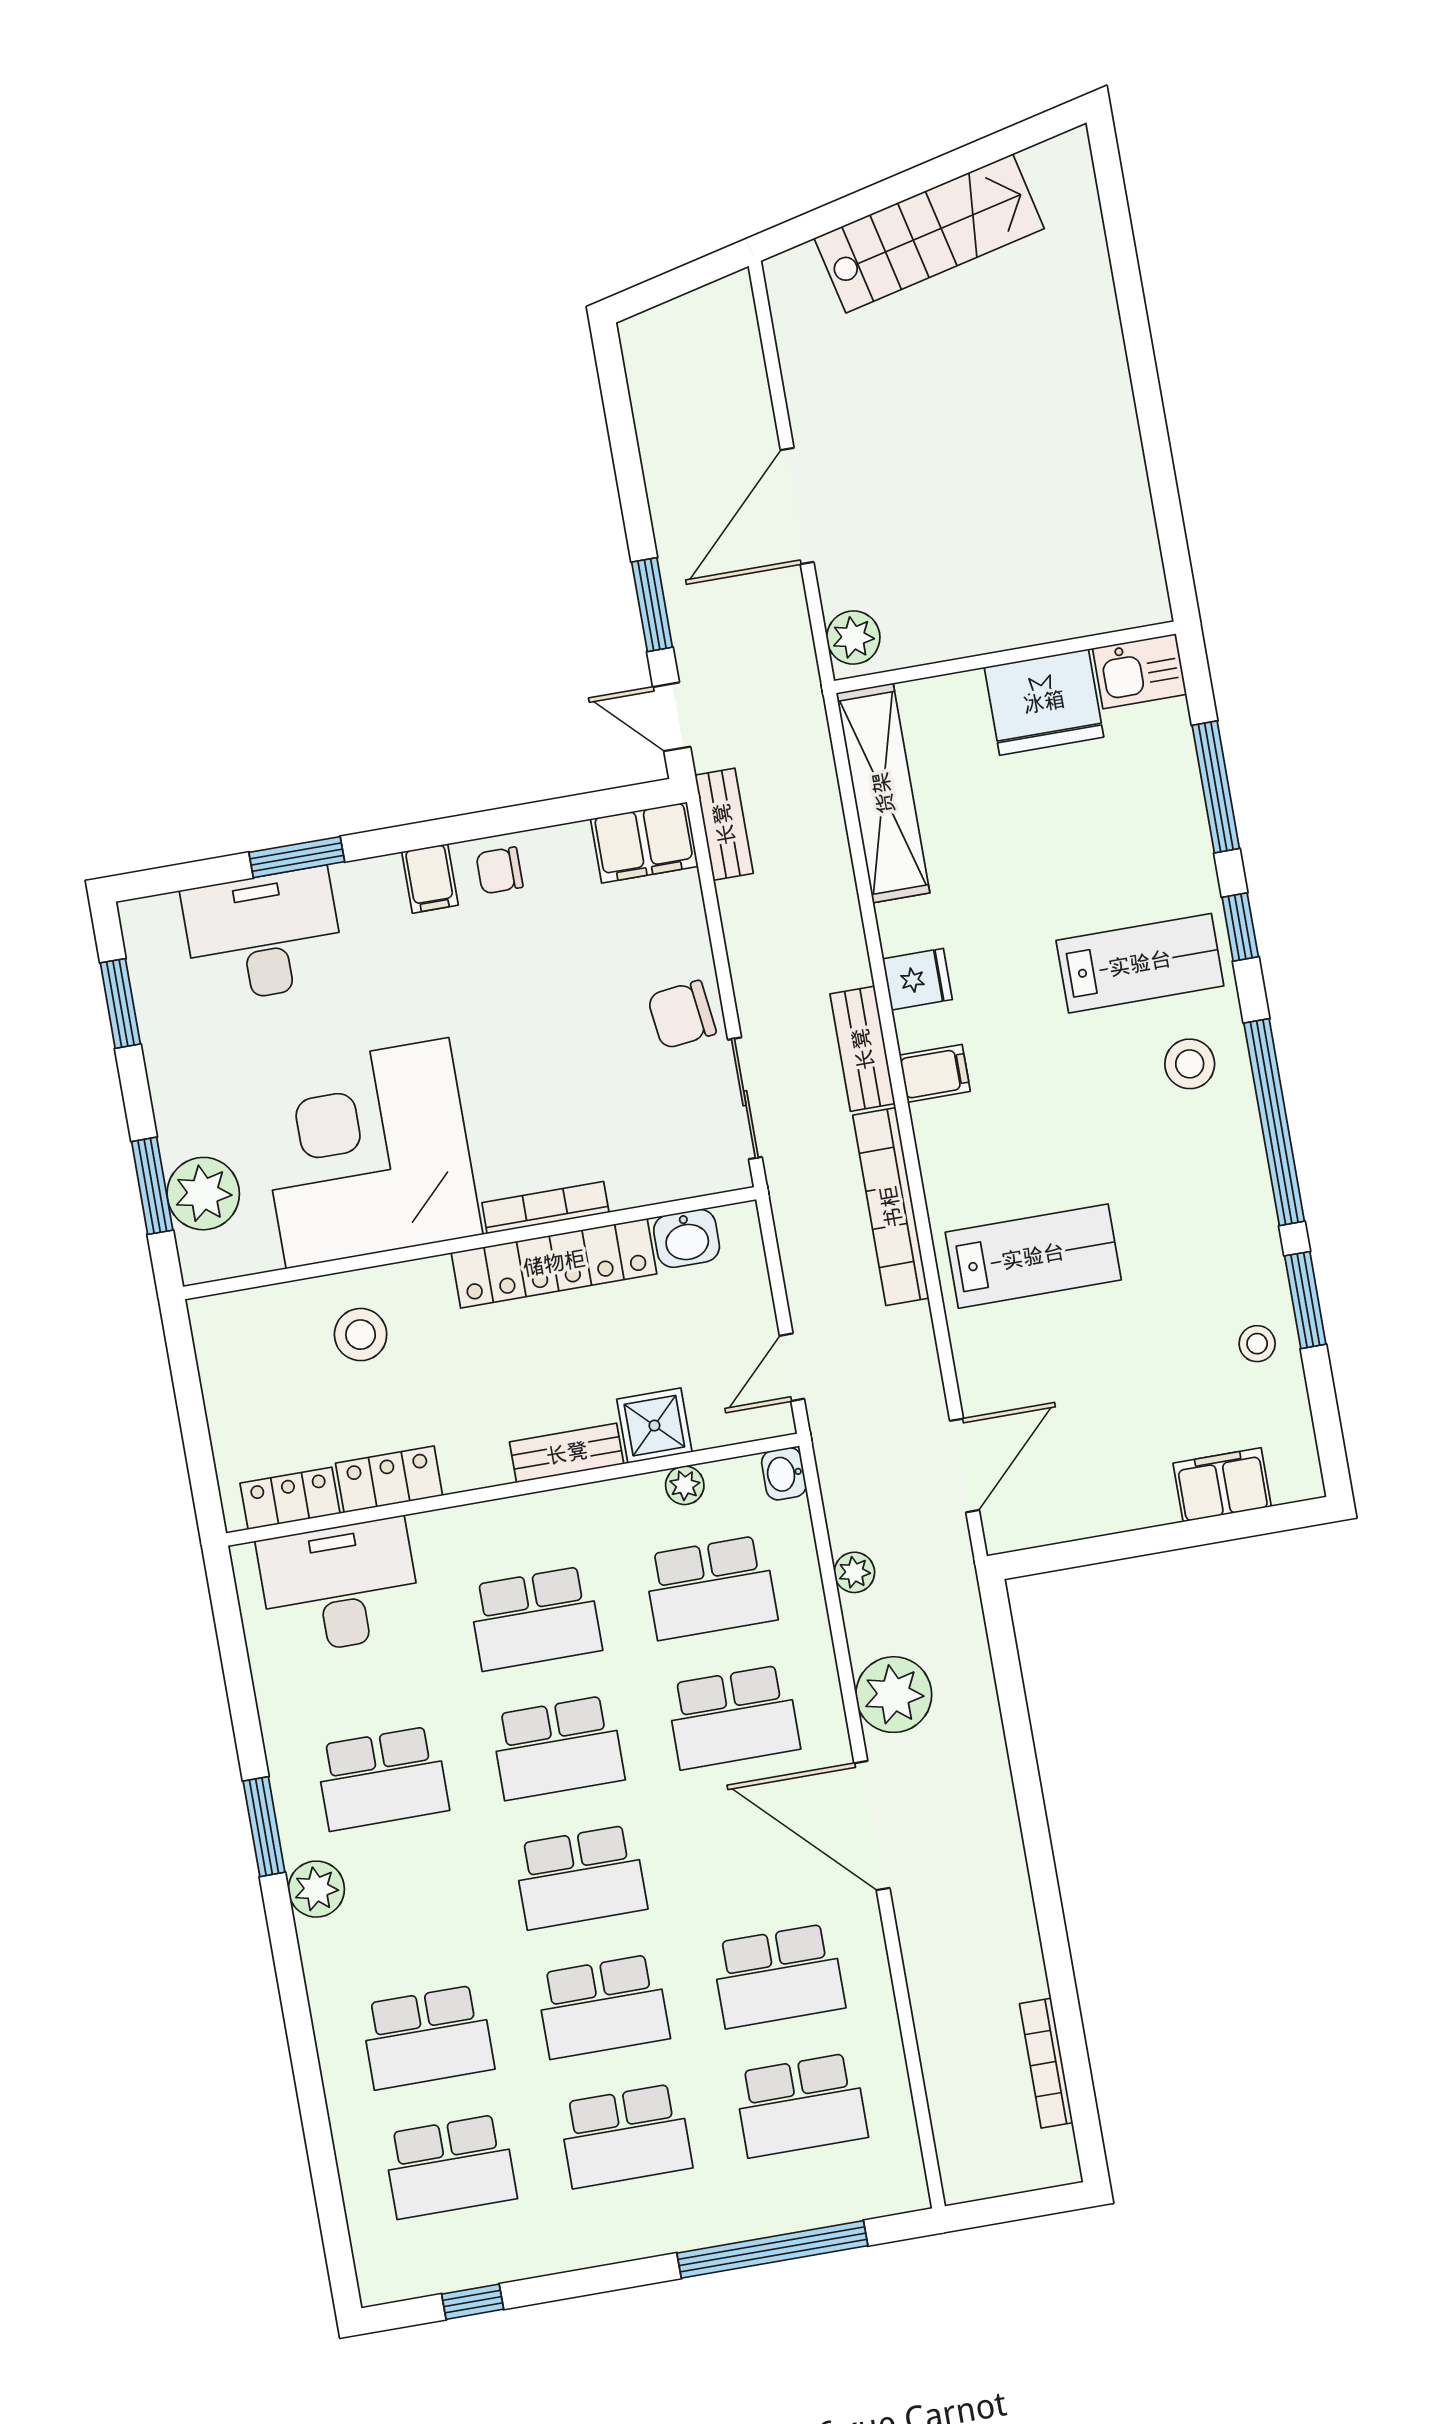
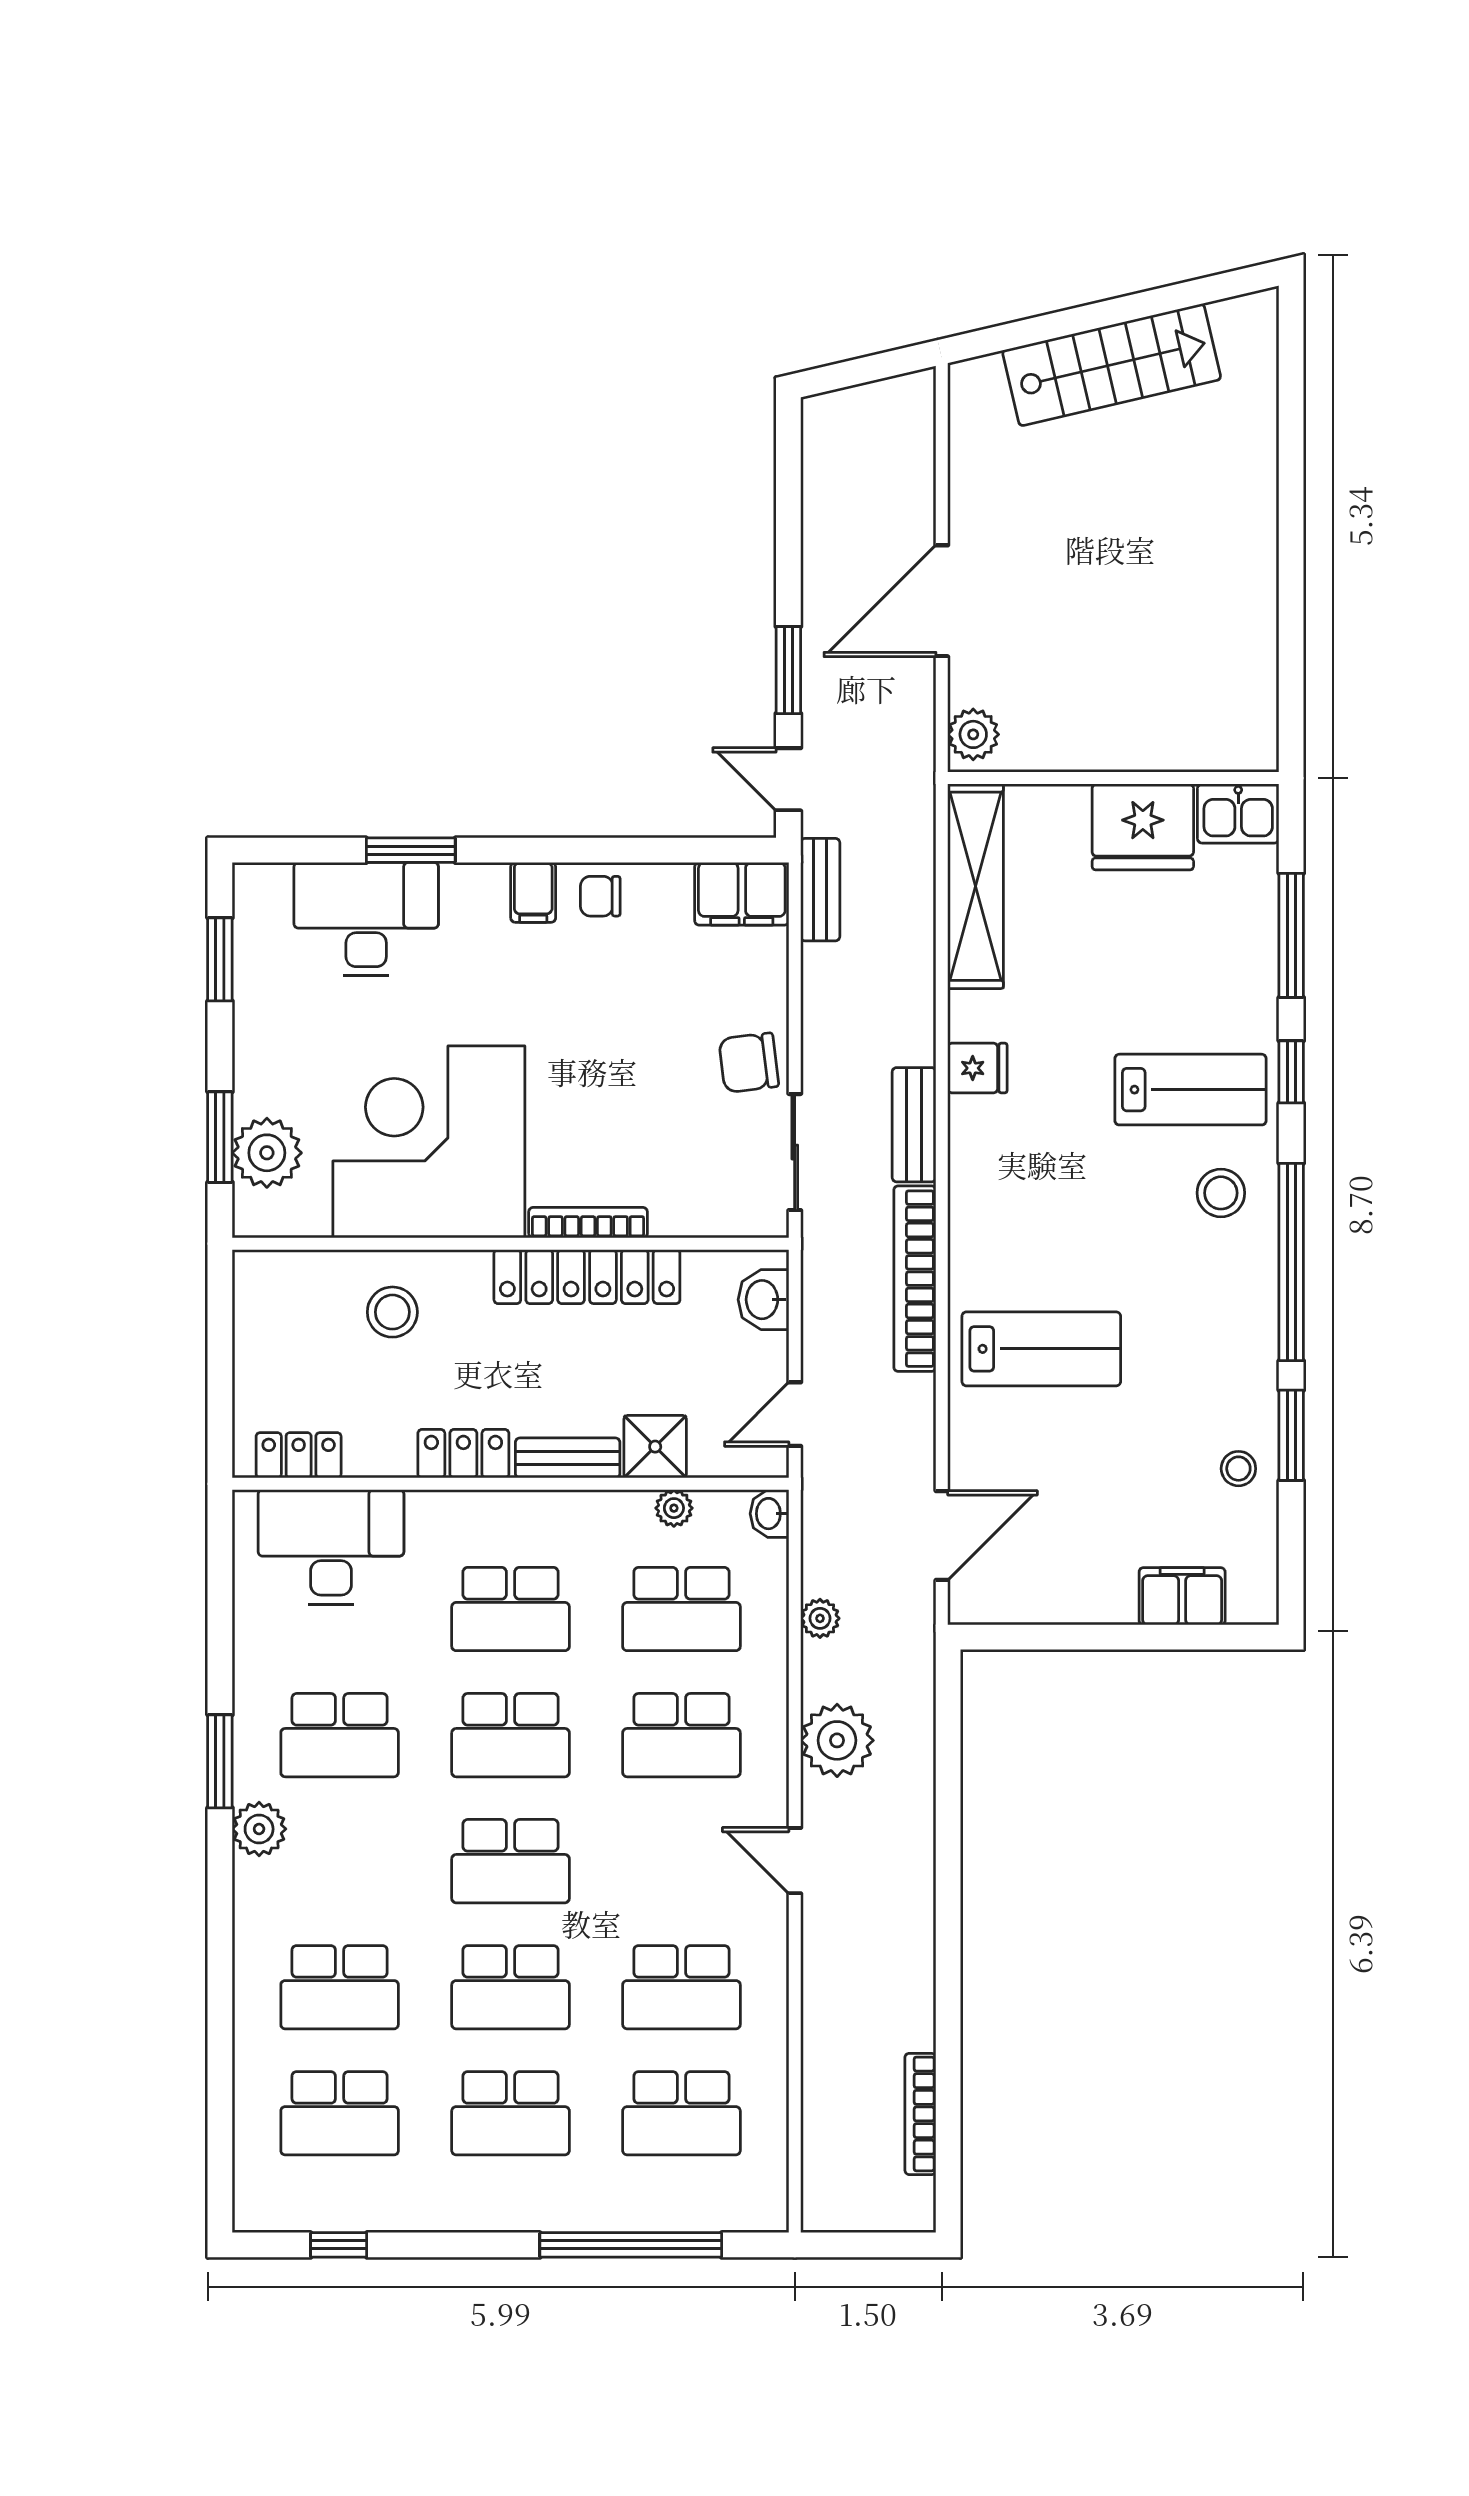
filing cabinet: (935, 1073) -> (978, 1160), removed
washbasin: (687, 1238) -> (763, 1300), moved, turned 90
locker: (389, 1479) -> (463, 1454), moved
door: (872, 1826) -> (795, 1861), width x0.53

